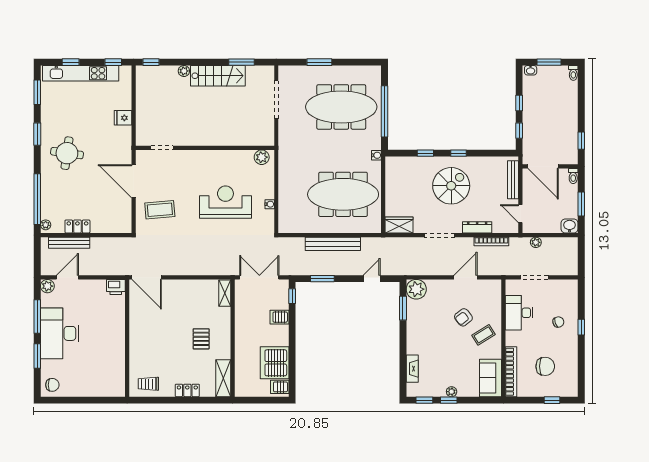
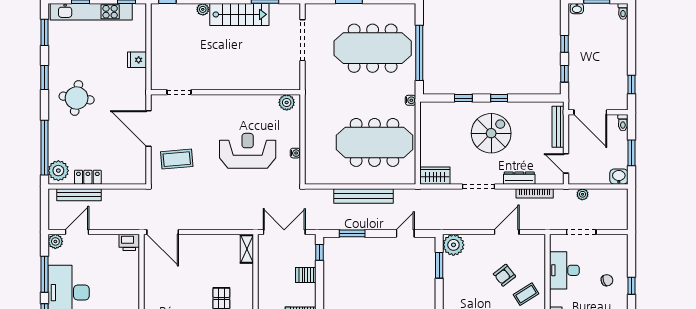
plant: (46, 225) -> (58, 171), width x1.87, depth x1.87

